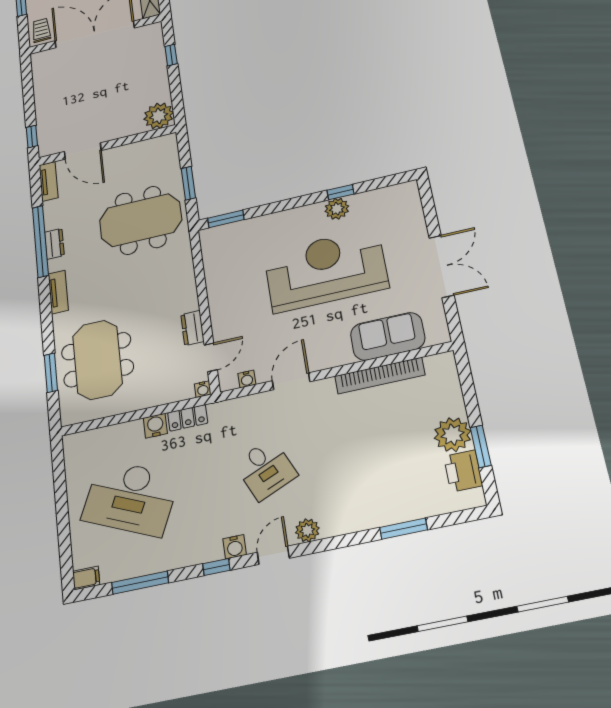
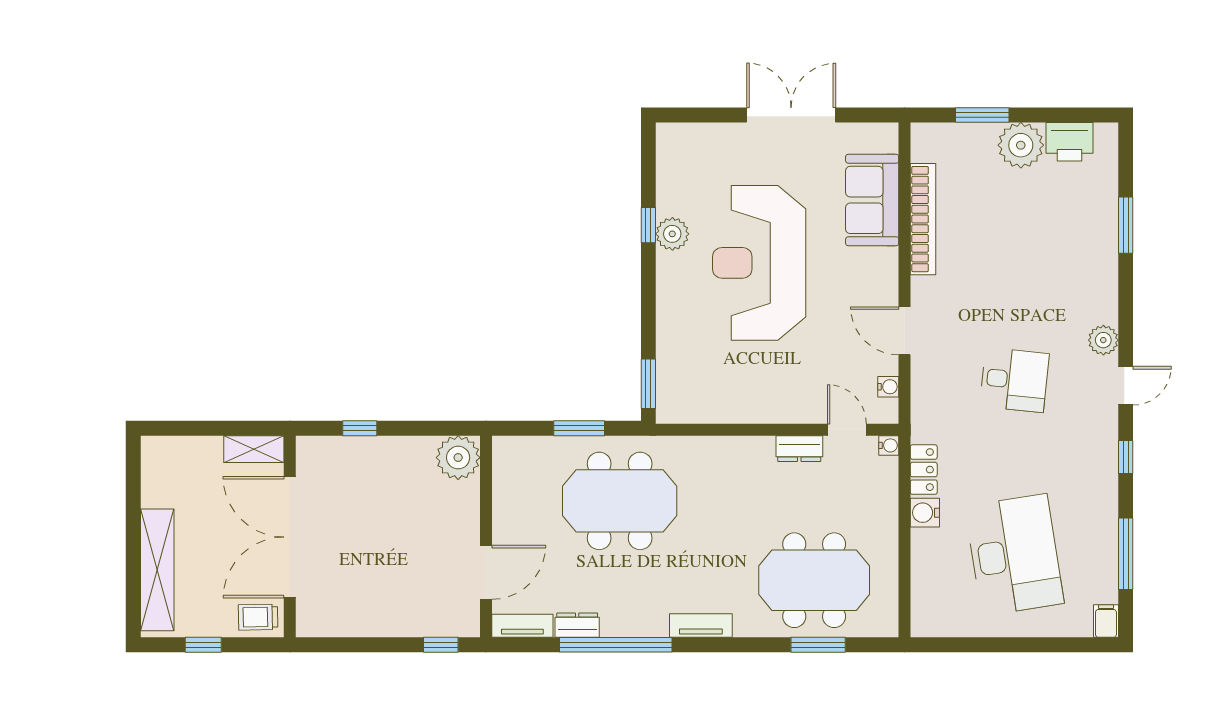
meeting table: (141, 220) -> (620, 501), turned 90
dresser: (54, 244) -> (577, 625), moved
window: (481, 446) -> (982, 115), moved
desk: (265, 469) -> (1014, 380), turned 30
desk: (131, 498) -> (1014, 555), turned -33
water cooler: (235, 547) -> (1105, 431), removed
door: (273, 555) -> (1126, 386), swing flipped

